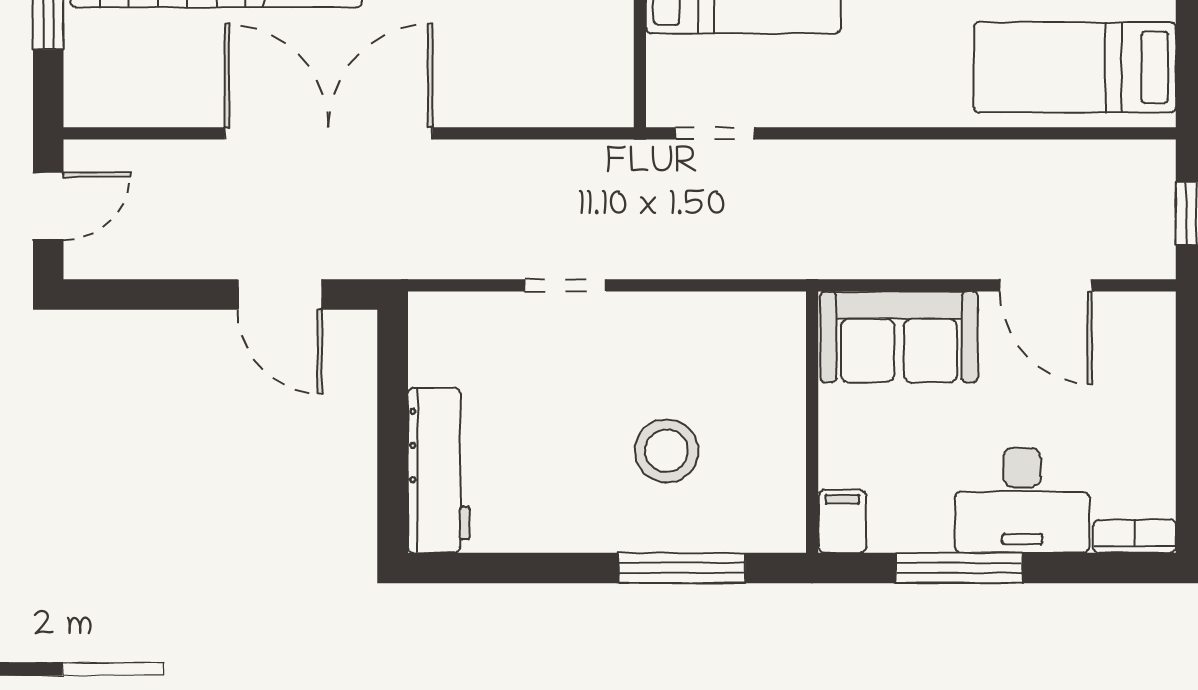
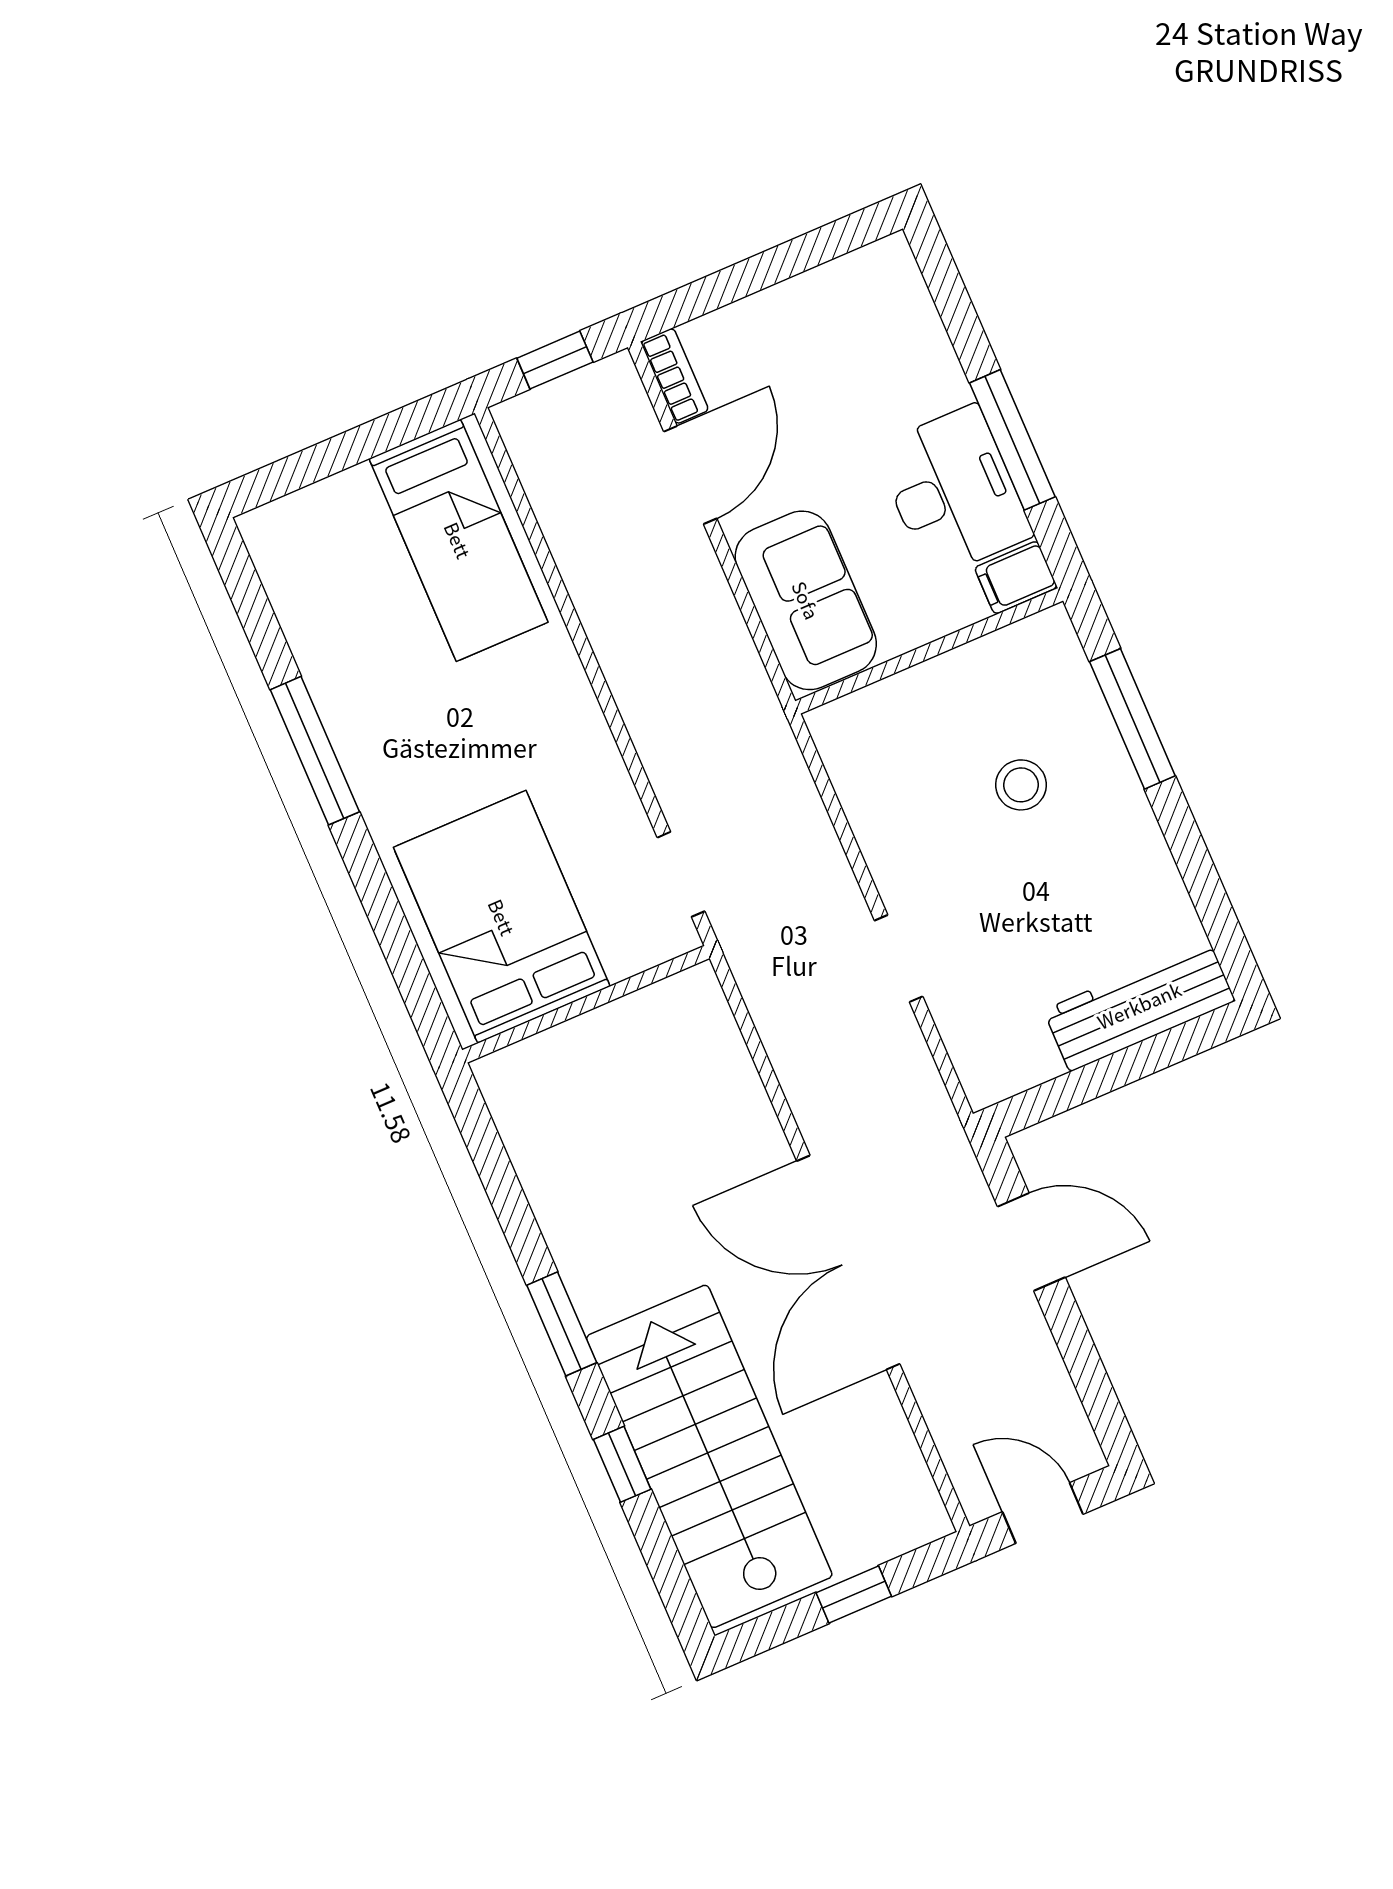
door: (280, 294) -> (1031, 1242), hinge flipped
stool: (667, 451) -> (1021, 785), width x0.73, depth x0.73
desk: (1022, 500) -> (954, 491), moved
bookcase: (1135, 536) -> (675, 376), moved, turned 180

